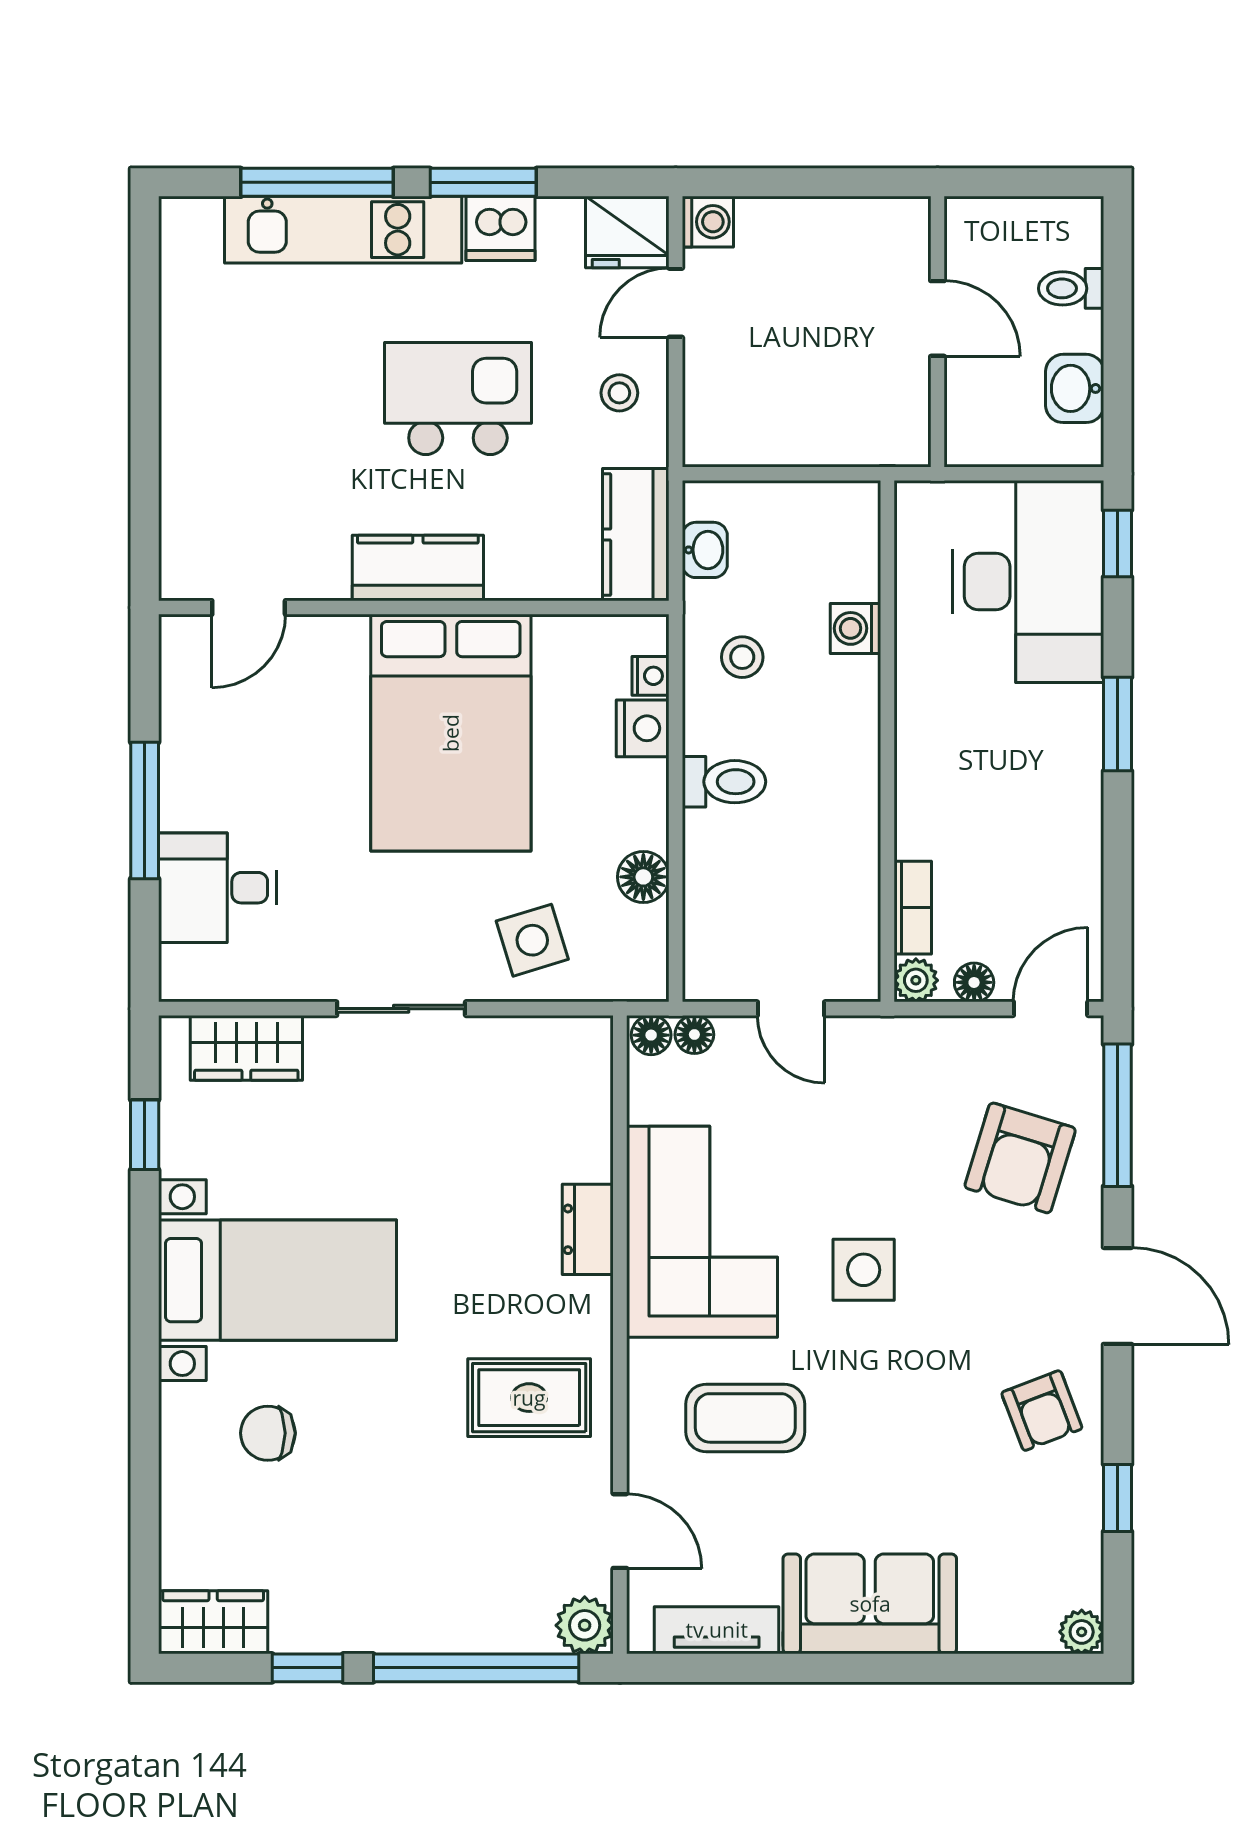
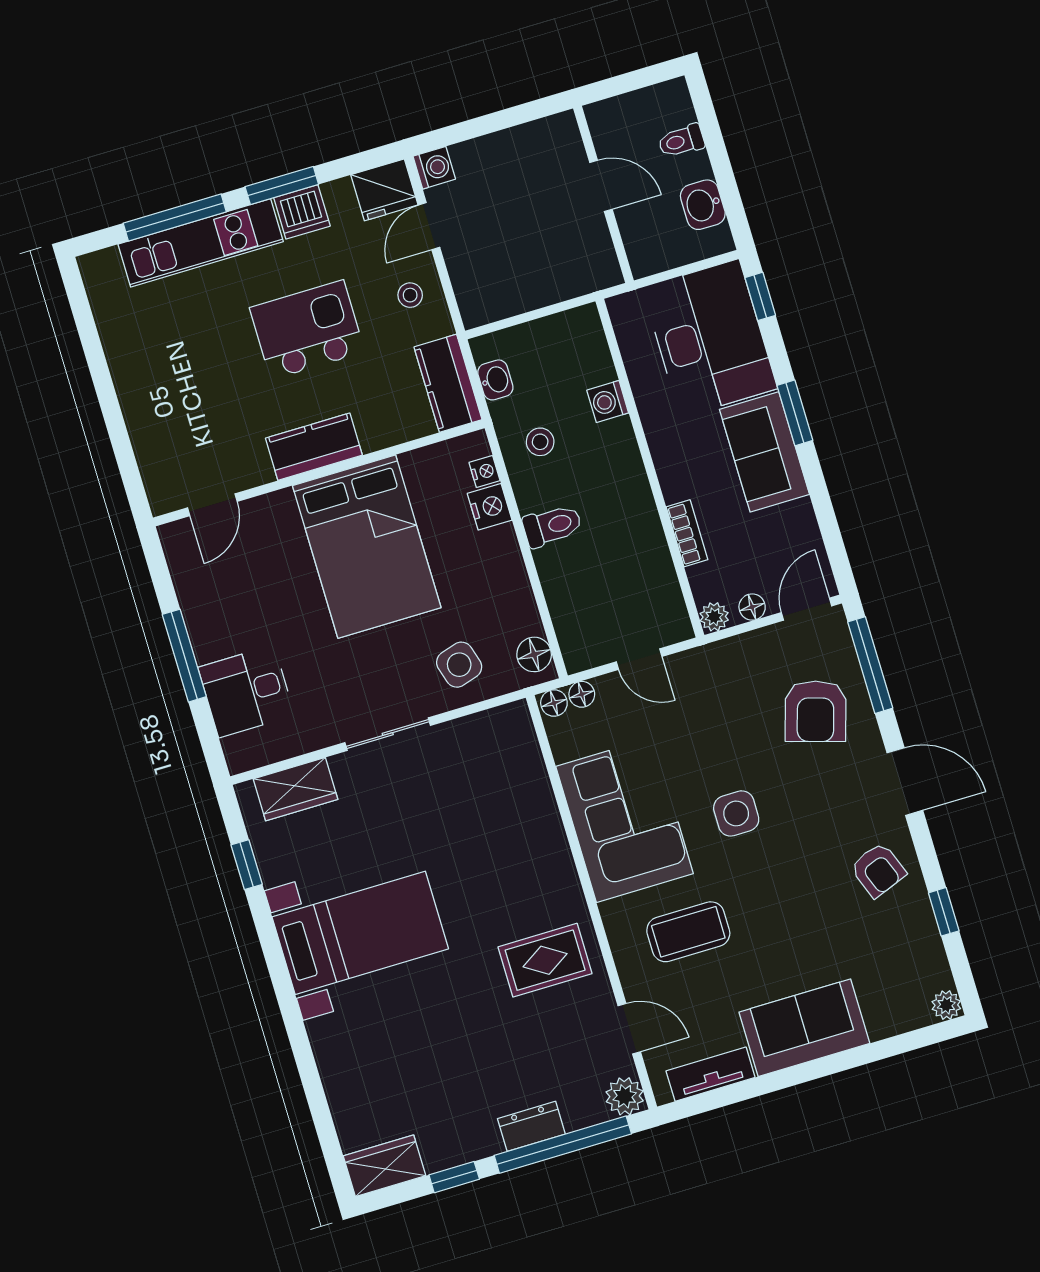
sofa: (1057, 767) -> (764, 452), added
floor lamp: (643, 877) -> (534, 654), moved
bookcase: (913, 908) -> (687, 533), moved
dresser: (588, 1229) -> (531, 1126), moved, turned 90
chair: (268, 1433) -> (383, 1033), removed

